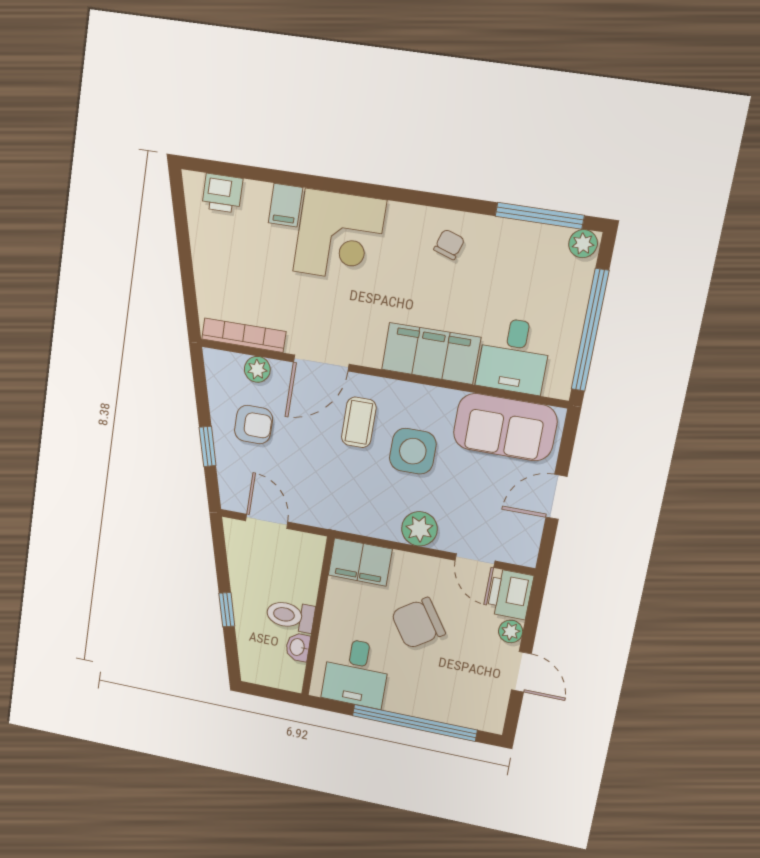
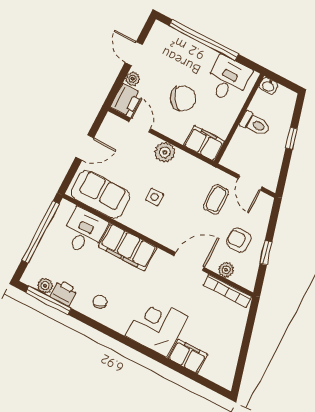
printer: (222, 193) -> (64, 293), moved
filing cabinet: (286, 205) -> (188, 356), width x2.00
chair: (449, 244) -> (100, 302), turned 137
plant: (583, 244) -> (45, 286), moved
coffee table: (359, 422) -> (216, 199), moved
window: (208, 446) -> (266, 253), moved
side table: (413, 451) -> (155, 197), width x0.54, depth x0.54
washbasin: (298, 647) -> (268, 86), moved, turned 90

